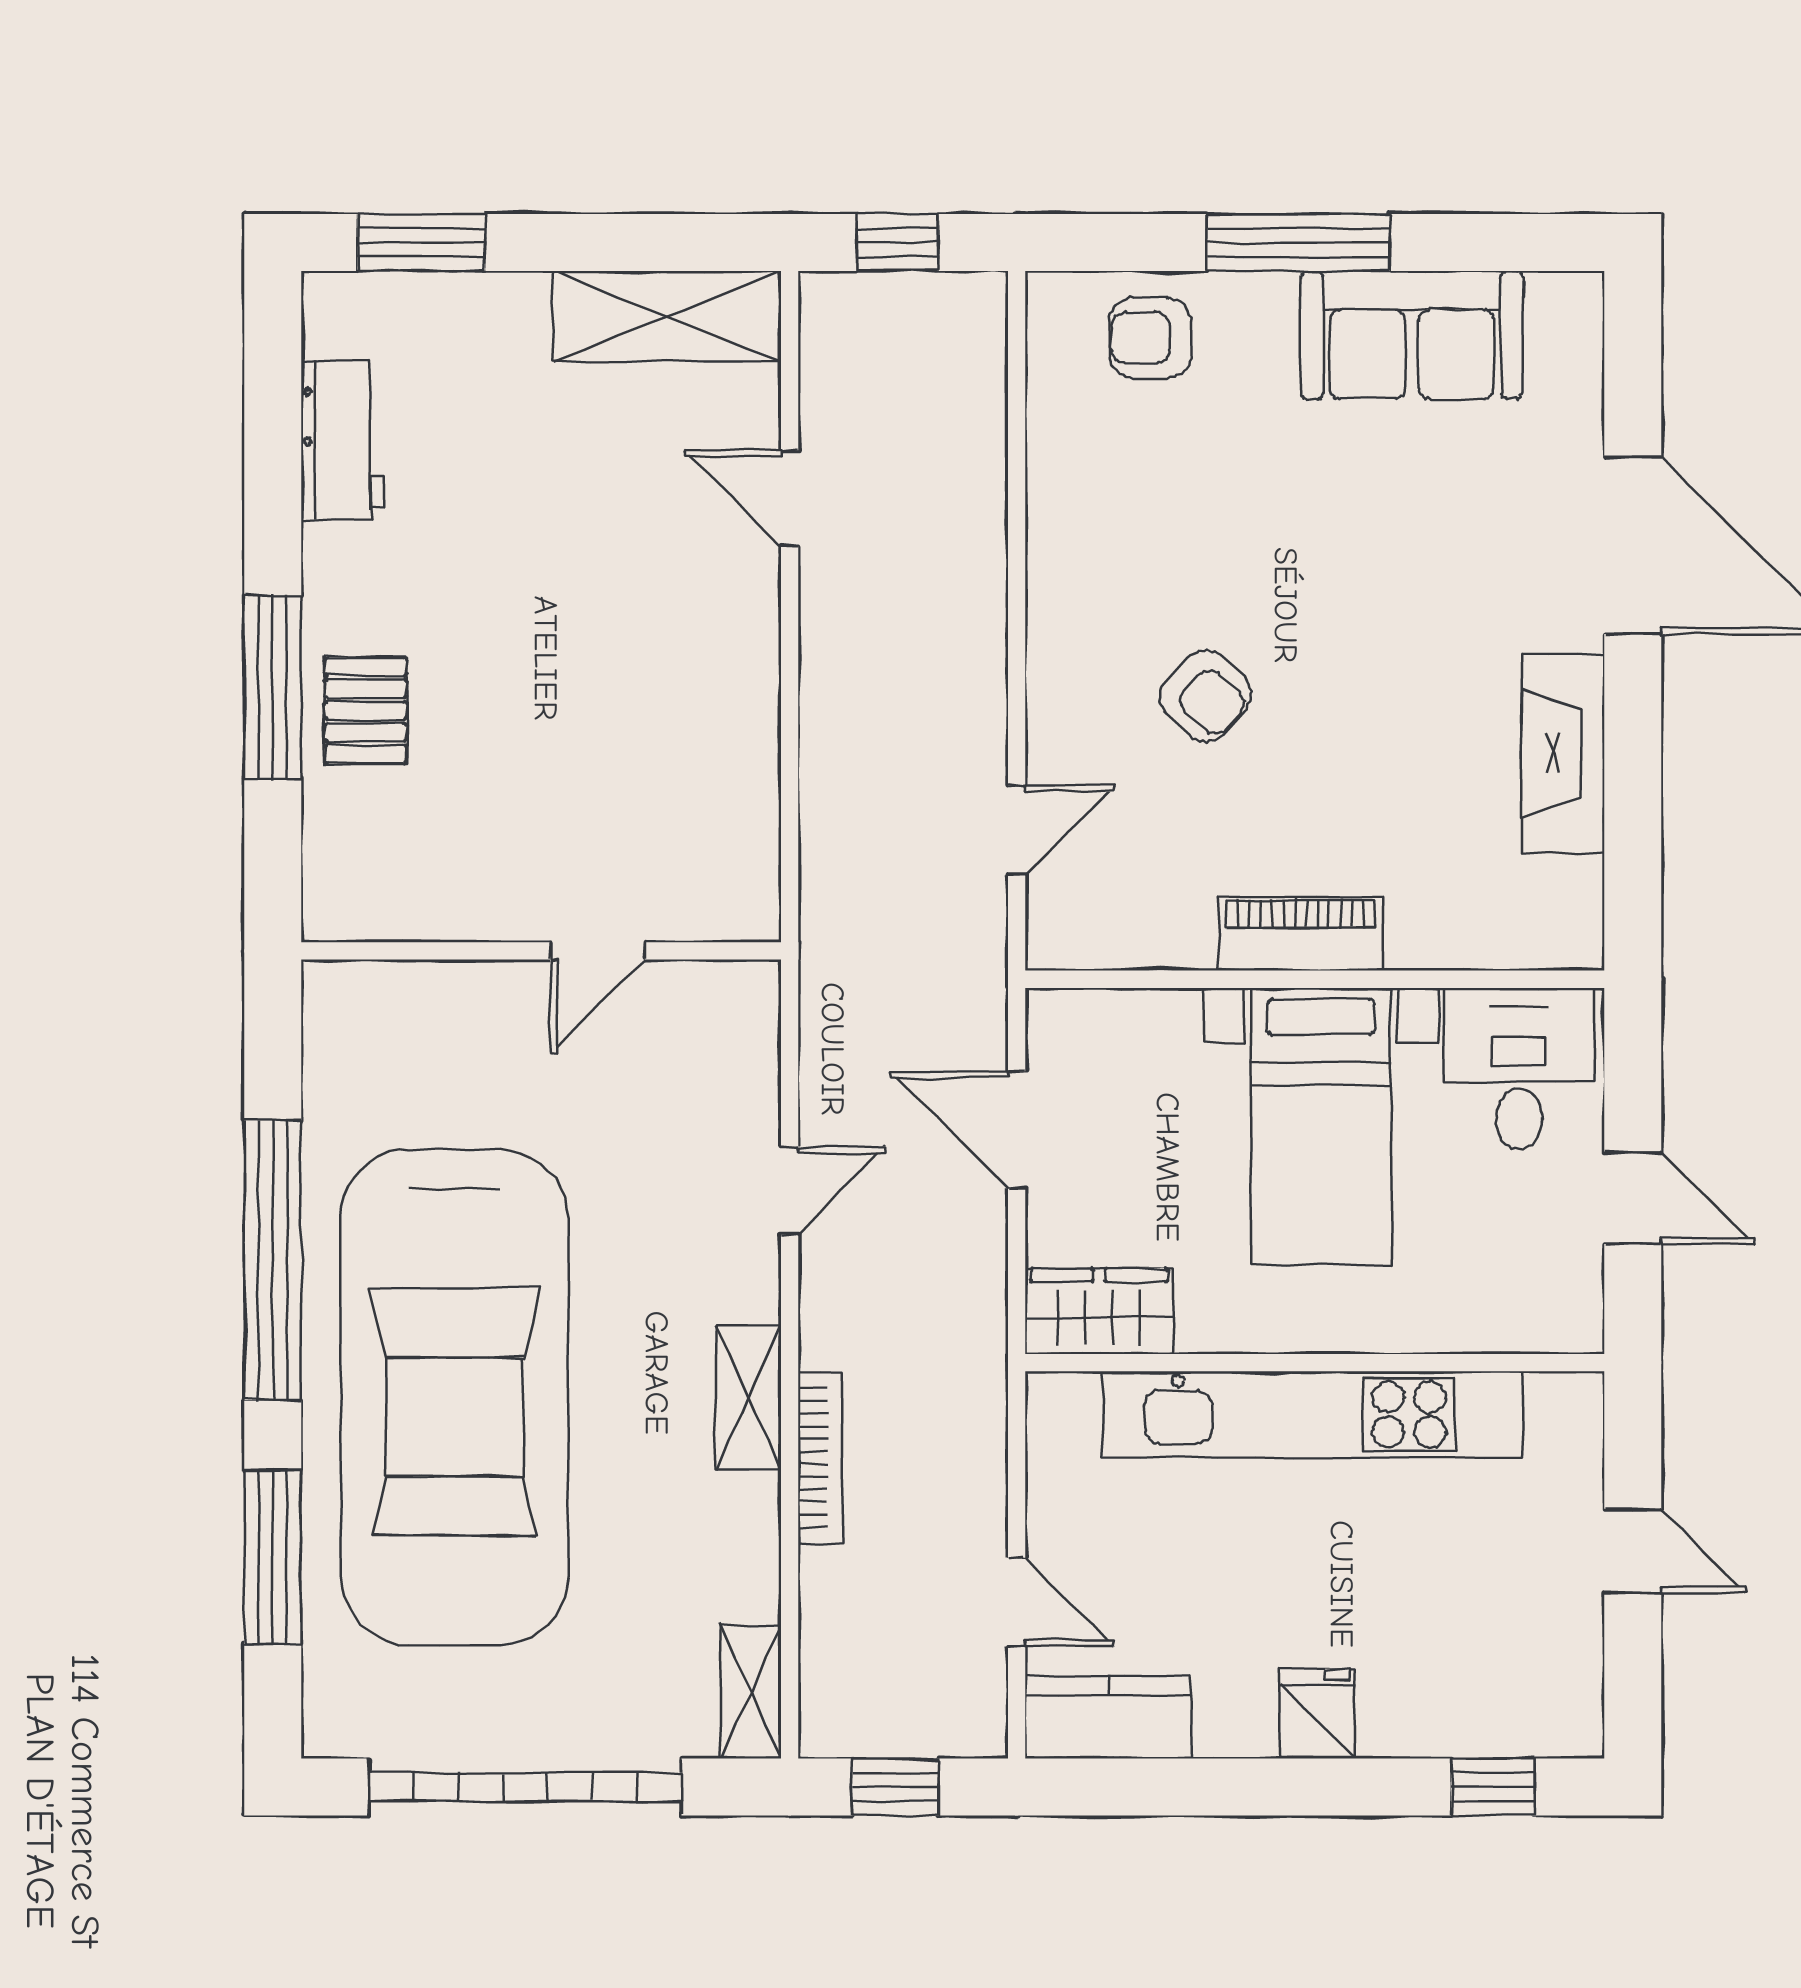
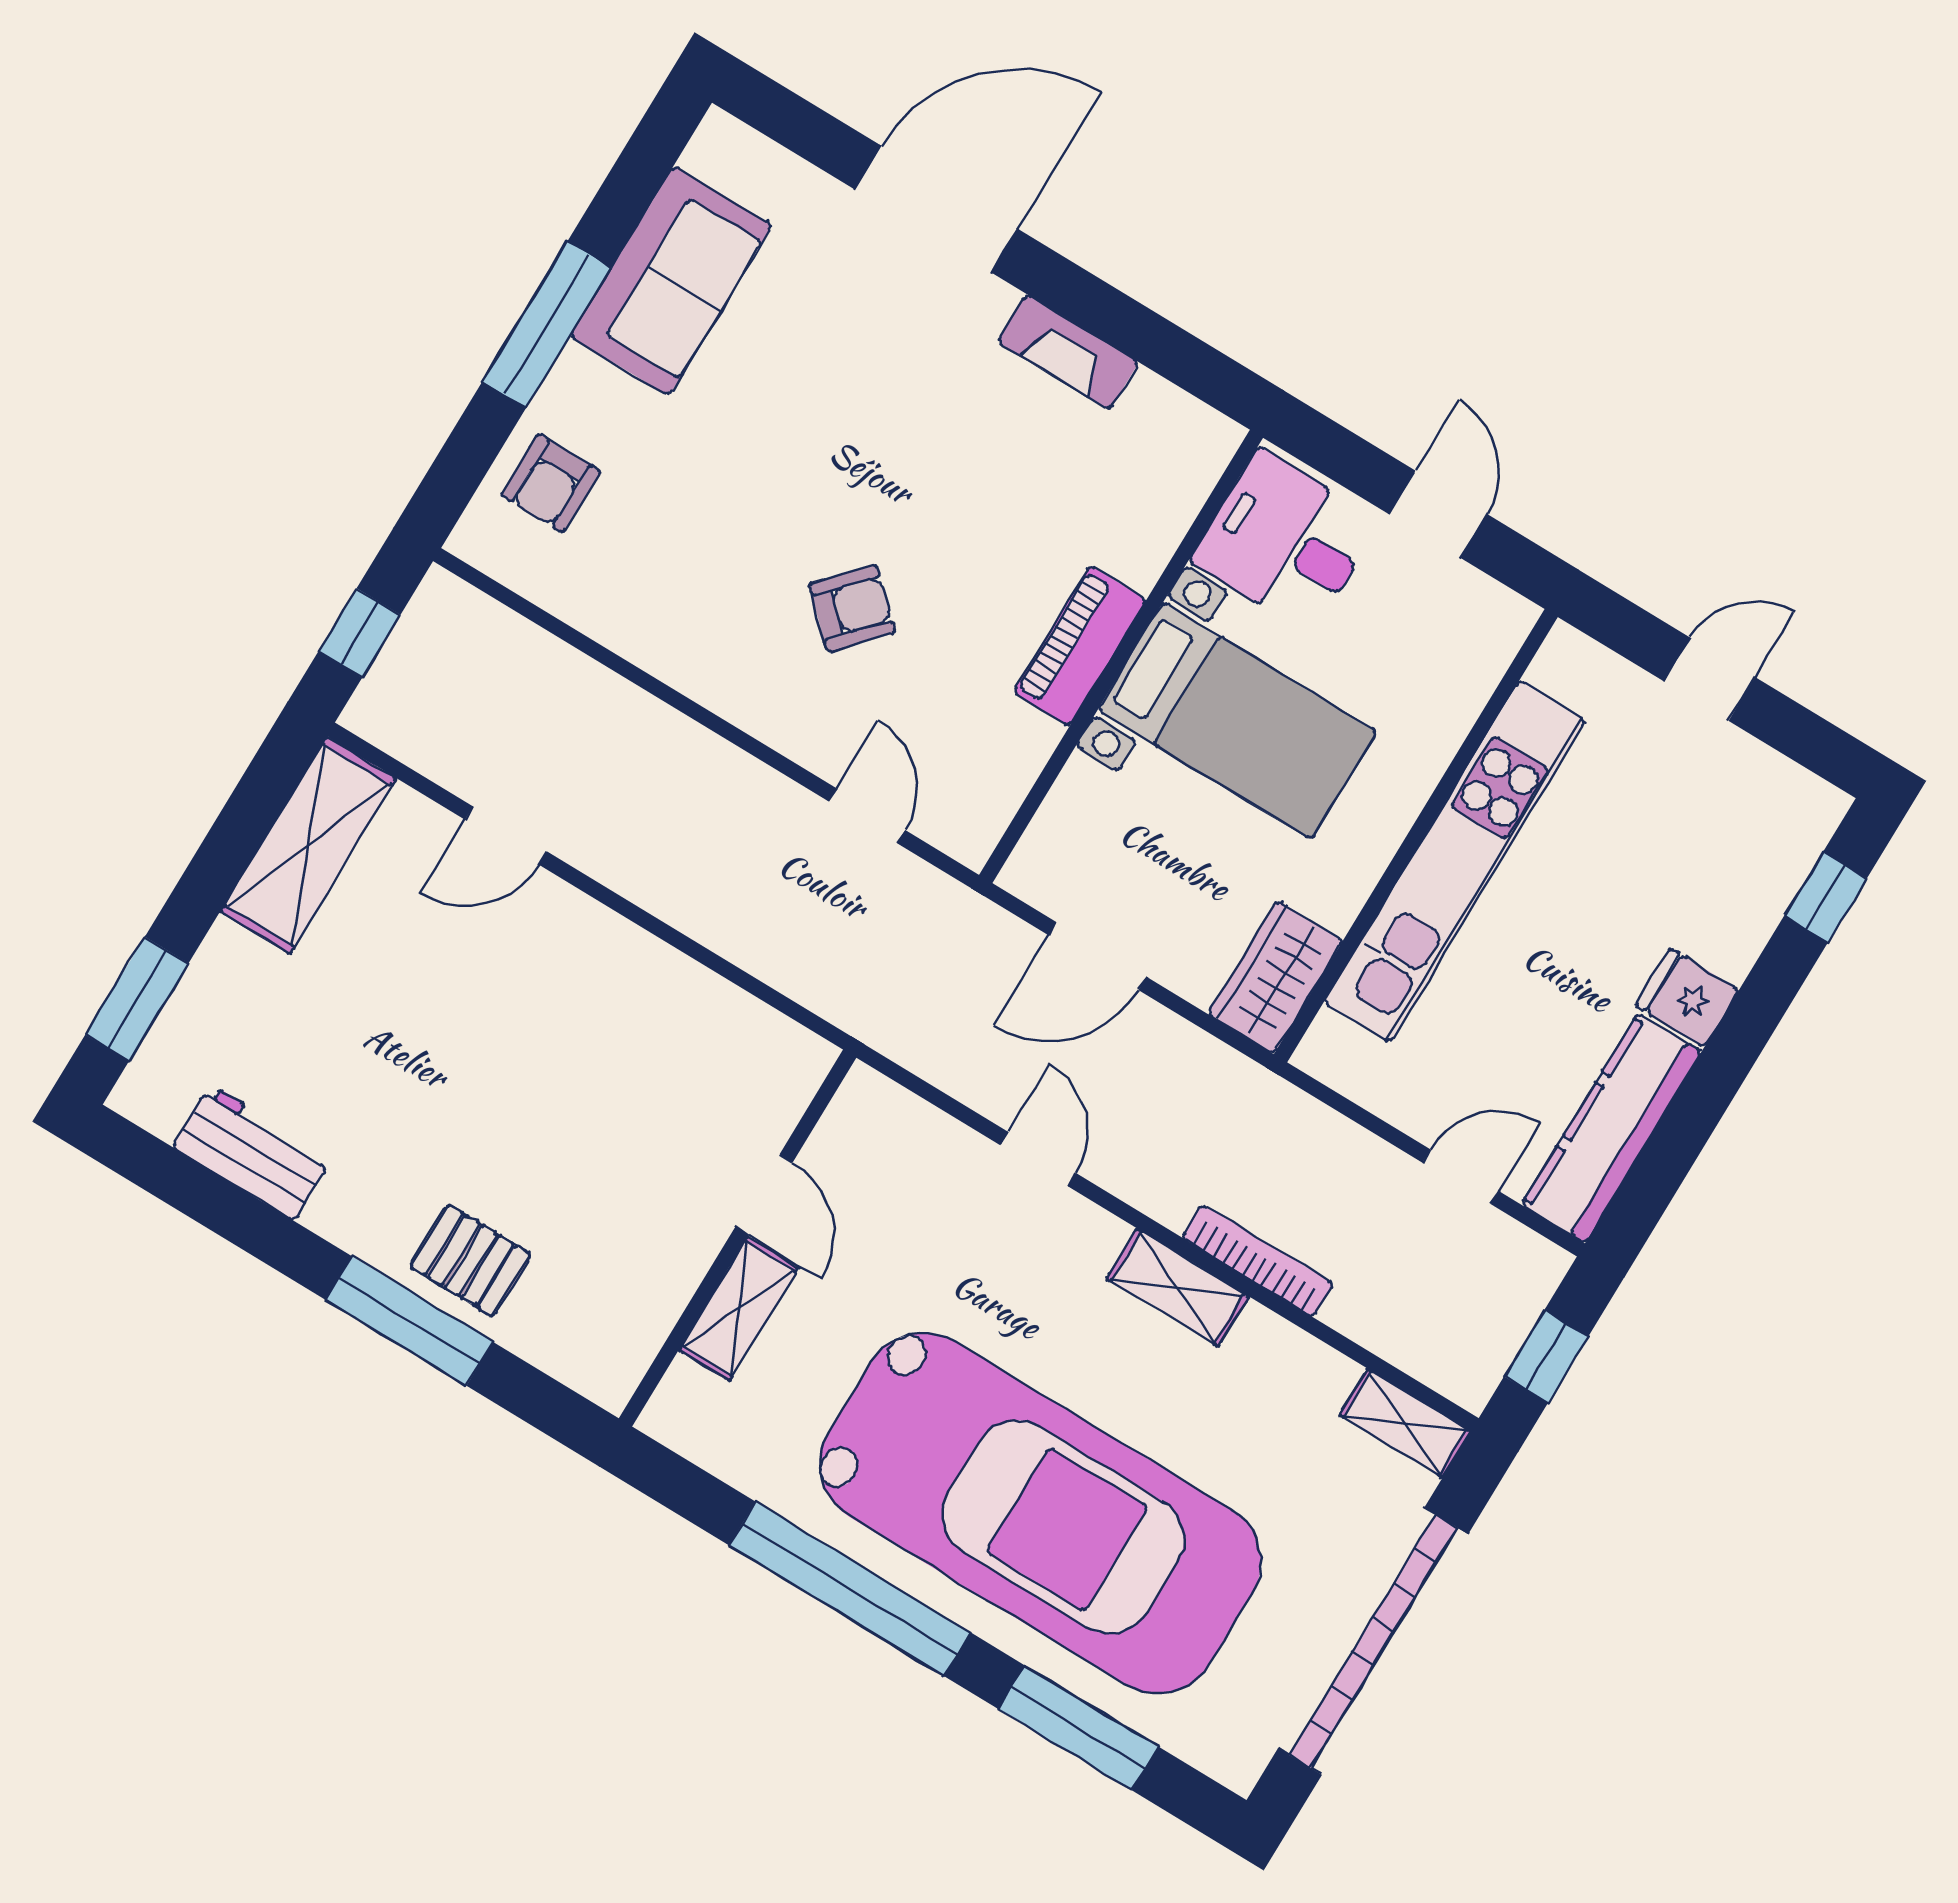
fireplace: (1563, 753) -> (1068, 352), width x0.73, depth x0.76
shelving: (474, 993) -> (738, 1309), added
door: (1633, 1198) -> (1438, 514), hinge flipped
kitchen counter: (1108, 1717) -> (1611, 1128), width x1.50

